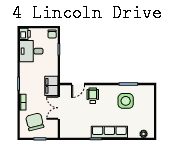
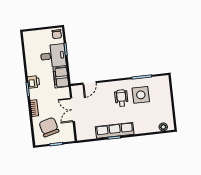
printer: (25, 34) -> (34, 82), moved
desk: (31, 51) -> (53, 56), moved, turned 180
filing cabinet: (51, 86) -> (61, 77), moved
wheelchair: (93, 96) -> (121, 98), moved
row of seats: (109, 132) -> (115, 130), moved

